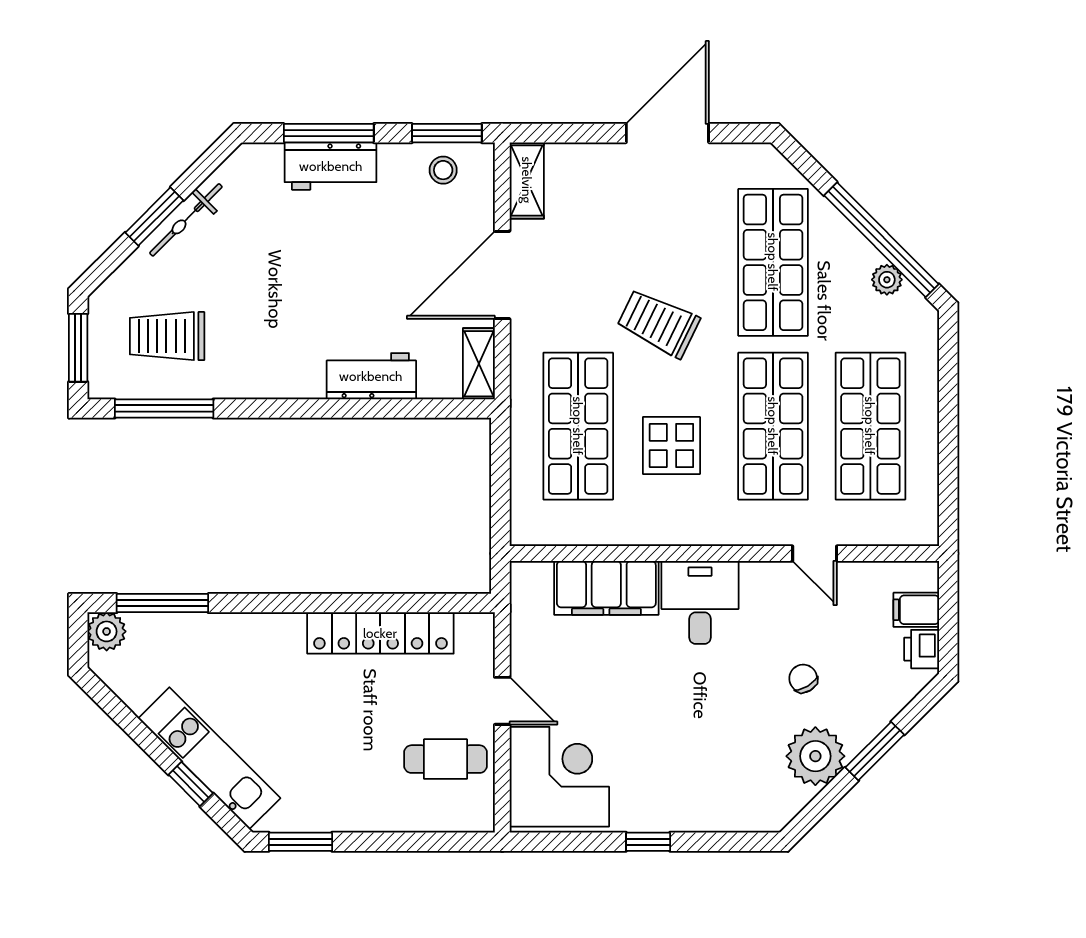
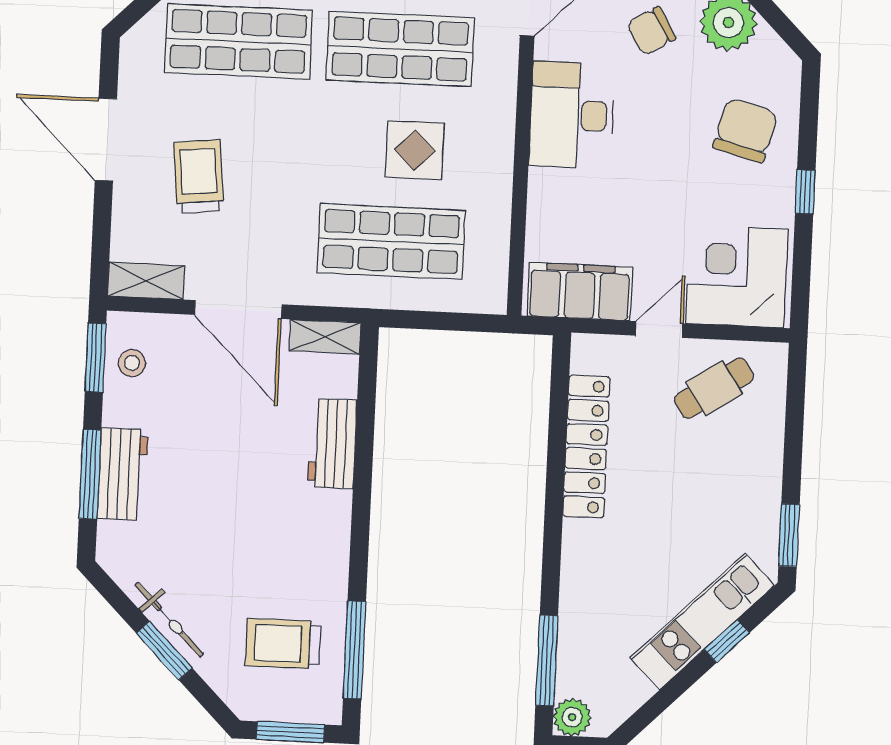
trolley: (658, 323) -> (199, 176), moved, turned 148
trolley: (167, 336) -> (283, 644), turned 90
filing cabinet: (606, 588) -> (580, 292), moved, turned -90
desk: (700, 602) -> (572, 115), width x1.37
chair: (803, 679) -> (651, 31), width x1.37, depth x1.37
cafe table: (446, 759) -> (714, 388), turned 56
chair: (707, 778) -> (745, 130), added

